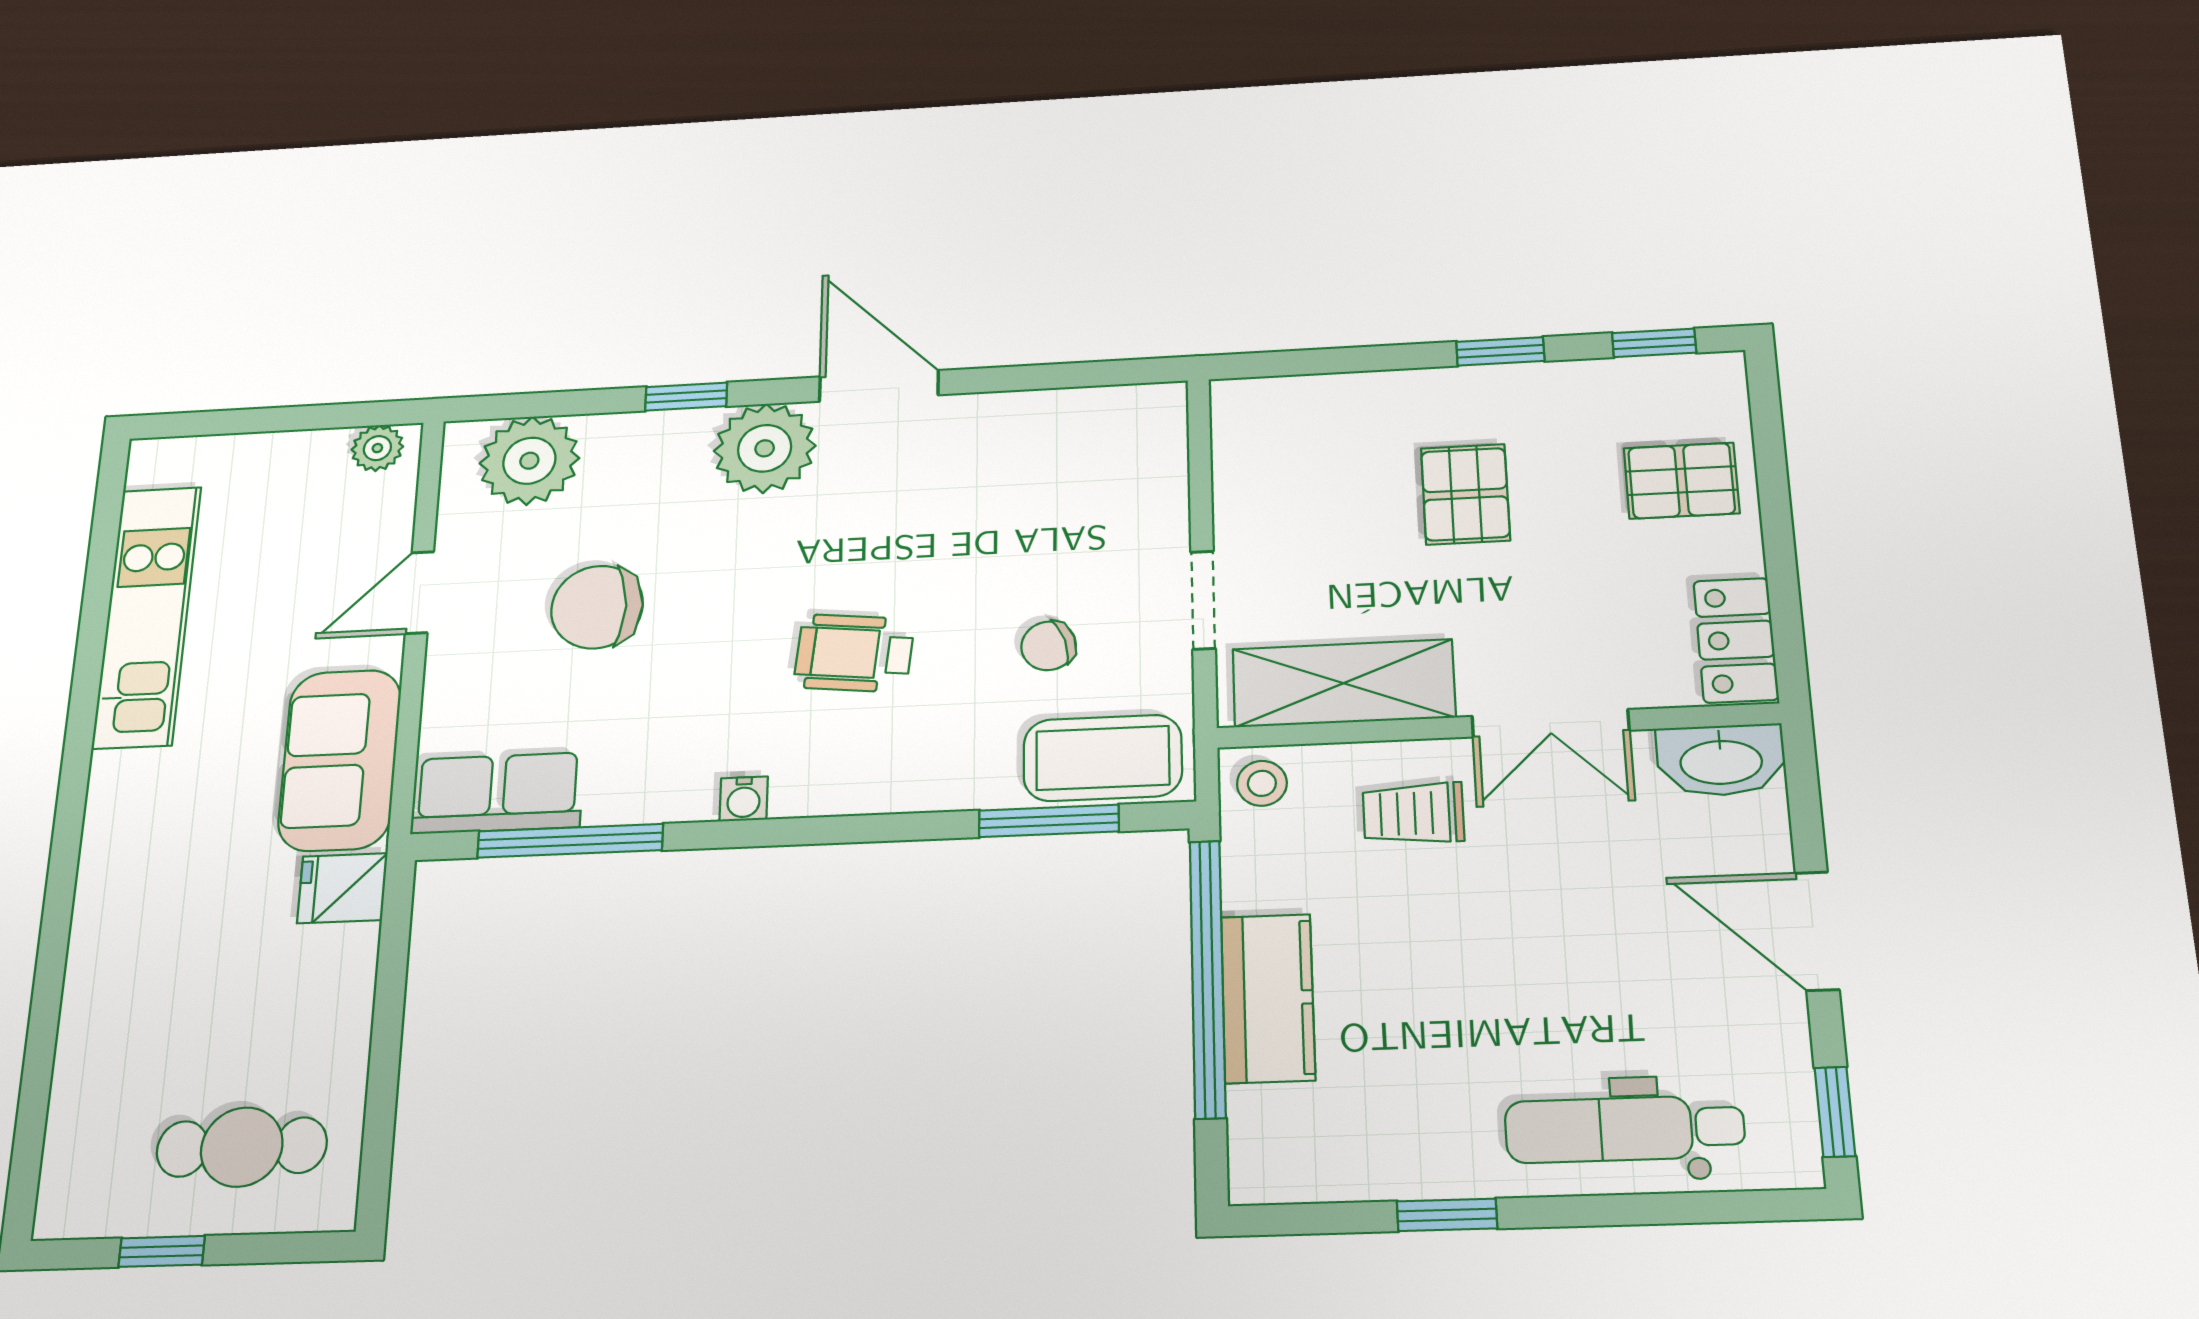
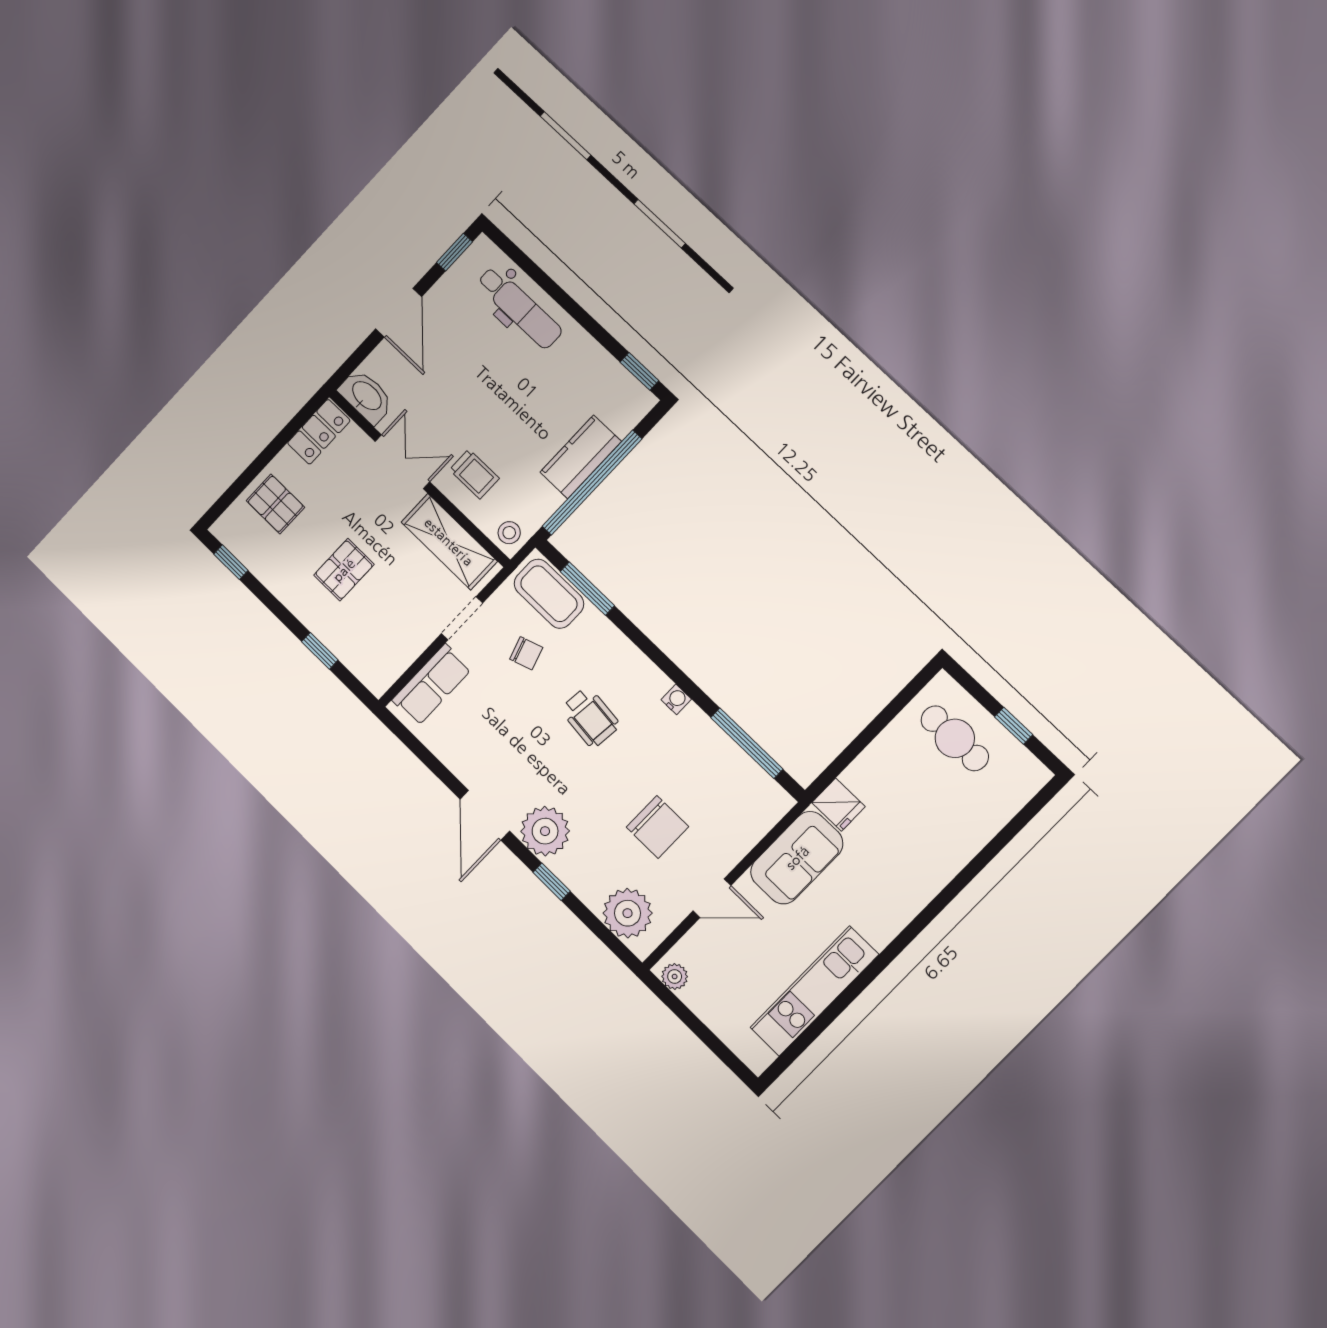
window: (1500, 351) -> (320, 651), moved
row of seats: (497, 793) -> (432, 685), moved, turned -90
window: (1447, 1215) -> (639, 371), moved

